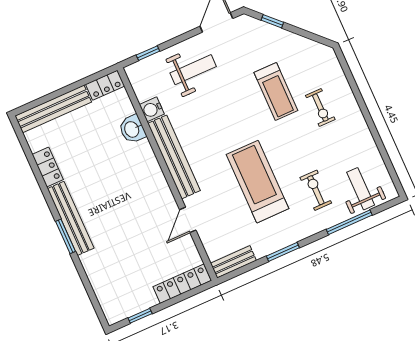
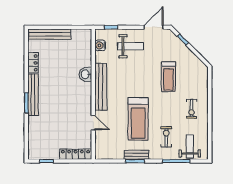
locker: (105, 85) -> (82, 34), removed
exercise bike: (320, 108) -> (192, 109), moved
water cooler: (152, 109) -> (100, 45), moved
washbasin: (132, 129) -> (86, 74), moved
treadmill: (257, 182) -> (138, 119), turned 180
door: (188, 220) -> (93, 123), swing flipped
bench: (233, 262) -> (136, 155), moved

